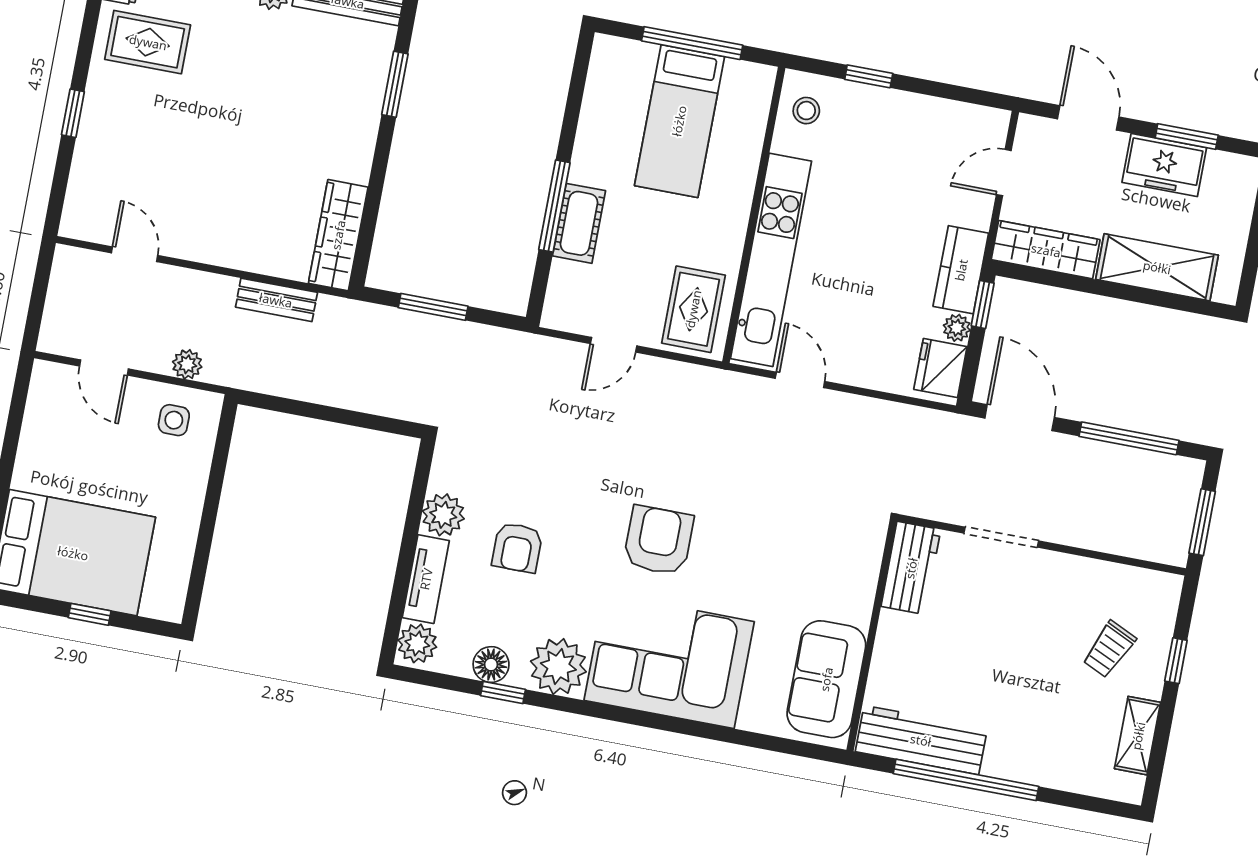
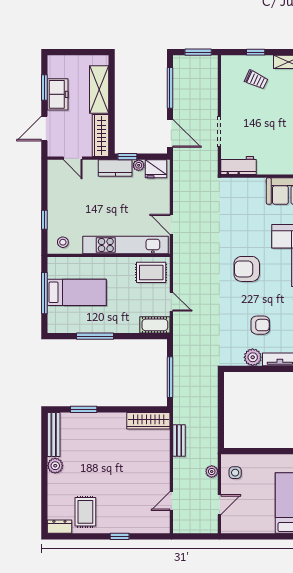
window: (554, 206) -> (95, 336), moved
cot: (579, 223) -> (155, 325), moved
window: (433, 307) -> (170, 377), width x1.44
door: (800, 380) -> (171, 224), hinge flipped
door: (1020, 418) -> (170, 133), swing flipped

